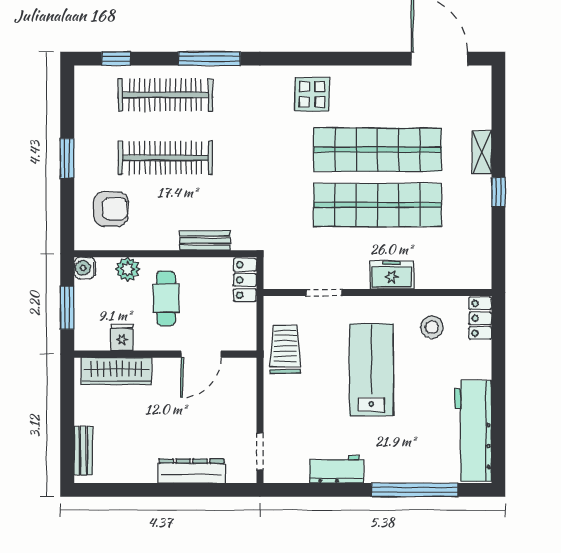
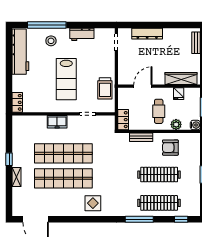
armchair: (111, 209) -> (170, 148), moved
stool: (432, 327) -> (51, 41), moved

